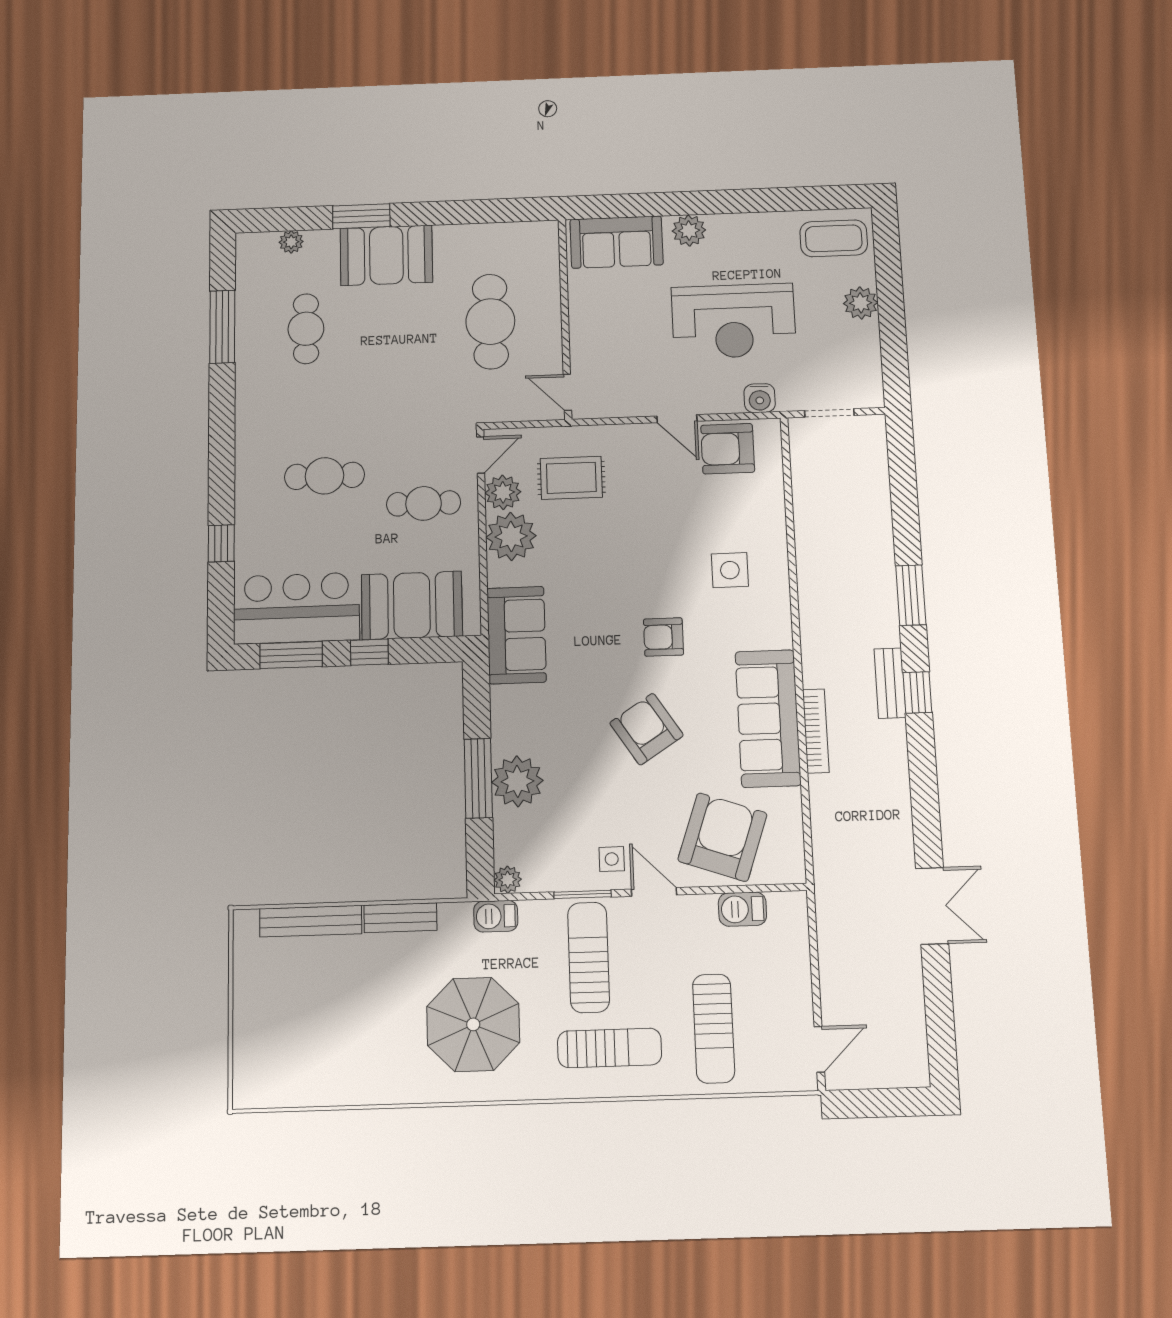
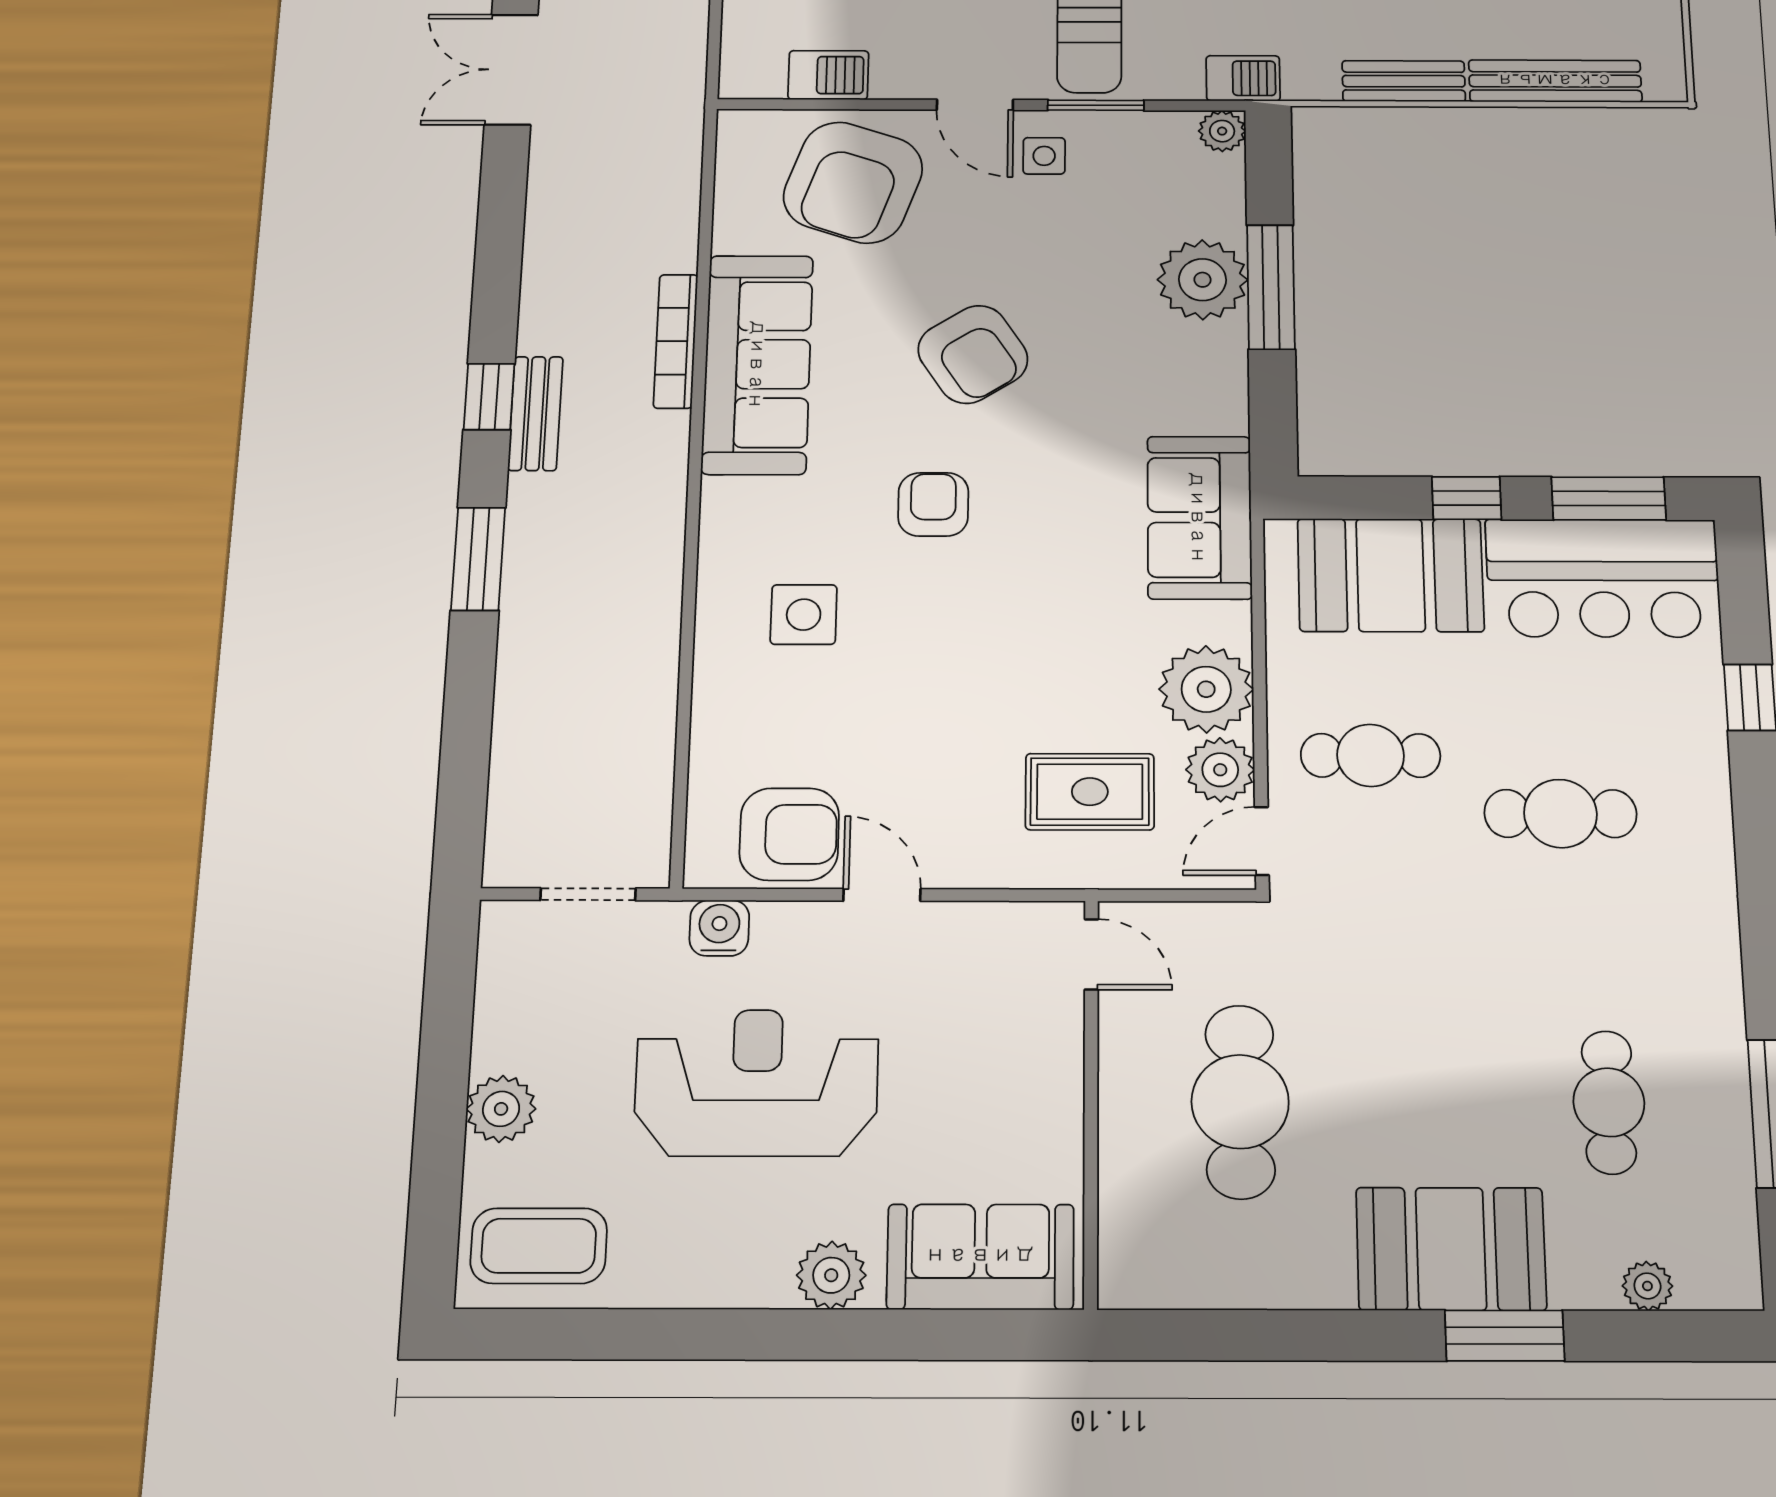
armchair: (663, 637) -> (933, 504), turned -90

